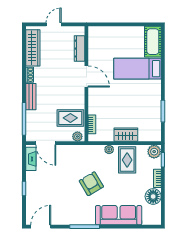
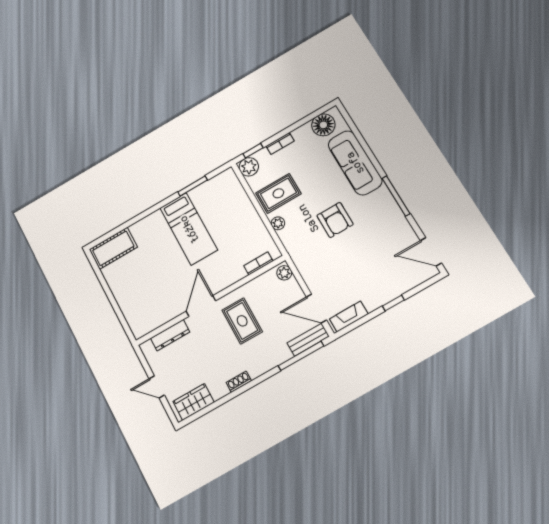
wardrobe: (33, 48) -> (194, 402), width x0.67
bed: (138, 69) -> (189, 229), moved
bench: (31, 97) -> (308, 340), moved
rug: (70, 118) -> (242, 321), moved
wardrobe: (126, 135) -> (247, 213), removed
door: (46, 143) -> (316, 308), swing flipped
armchair: (91, 184) -> (335, 220), turned -59
floor lamp: (153, 196) -> (323, 125), moved

